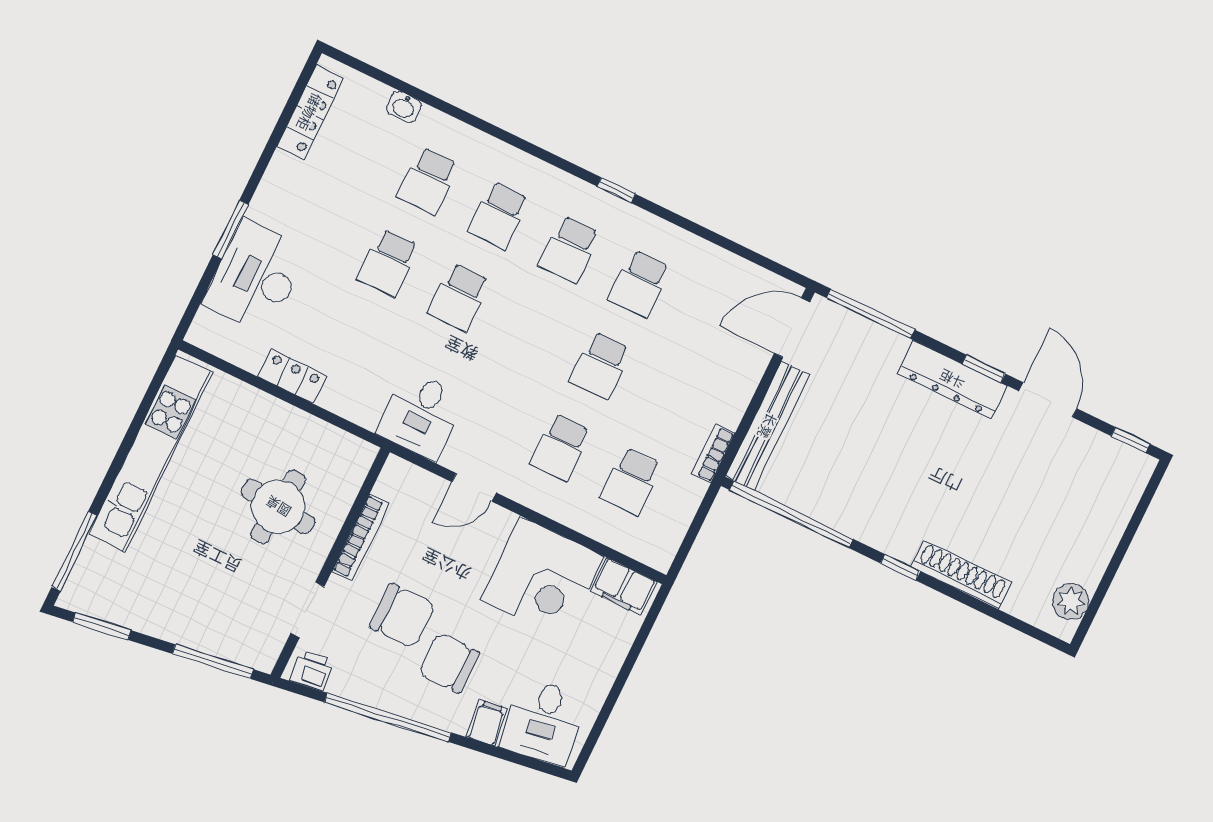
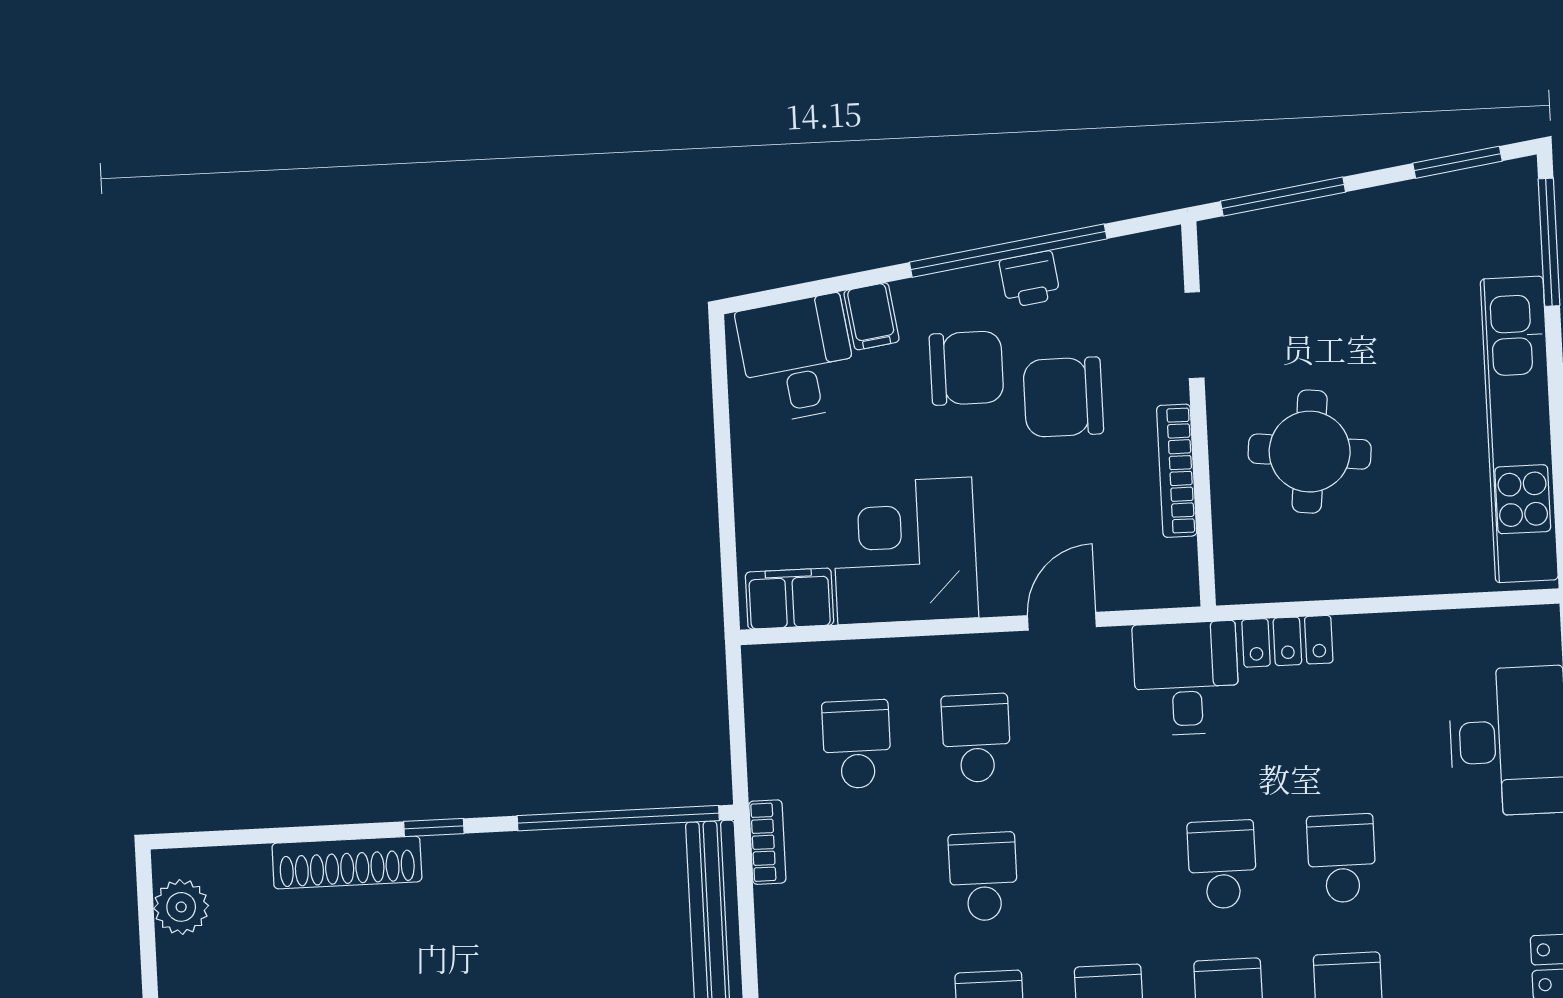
locker: (292, 376) -> (1287, 641), moved
printer: (312, 671) -> (1030, 279), moved

